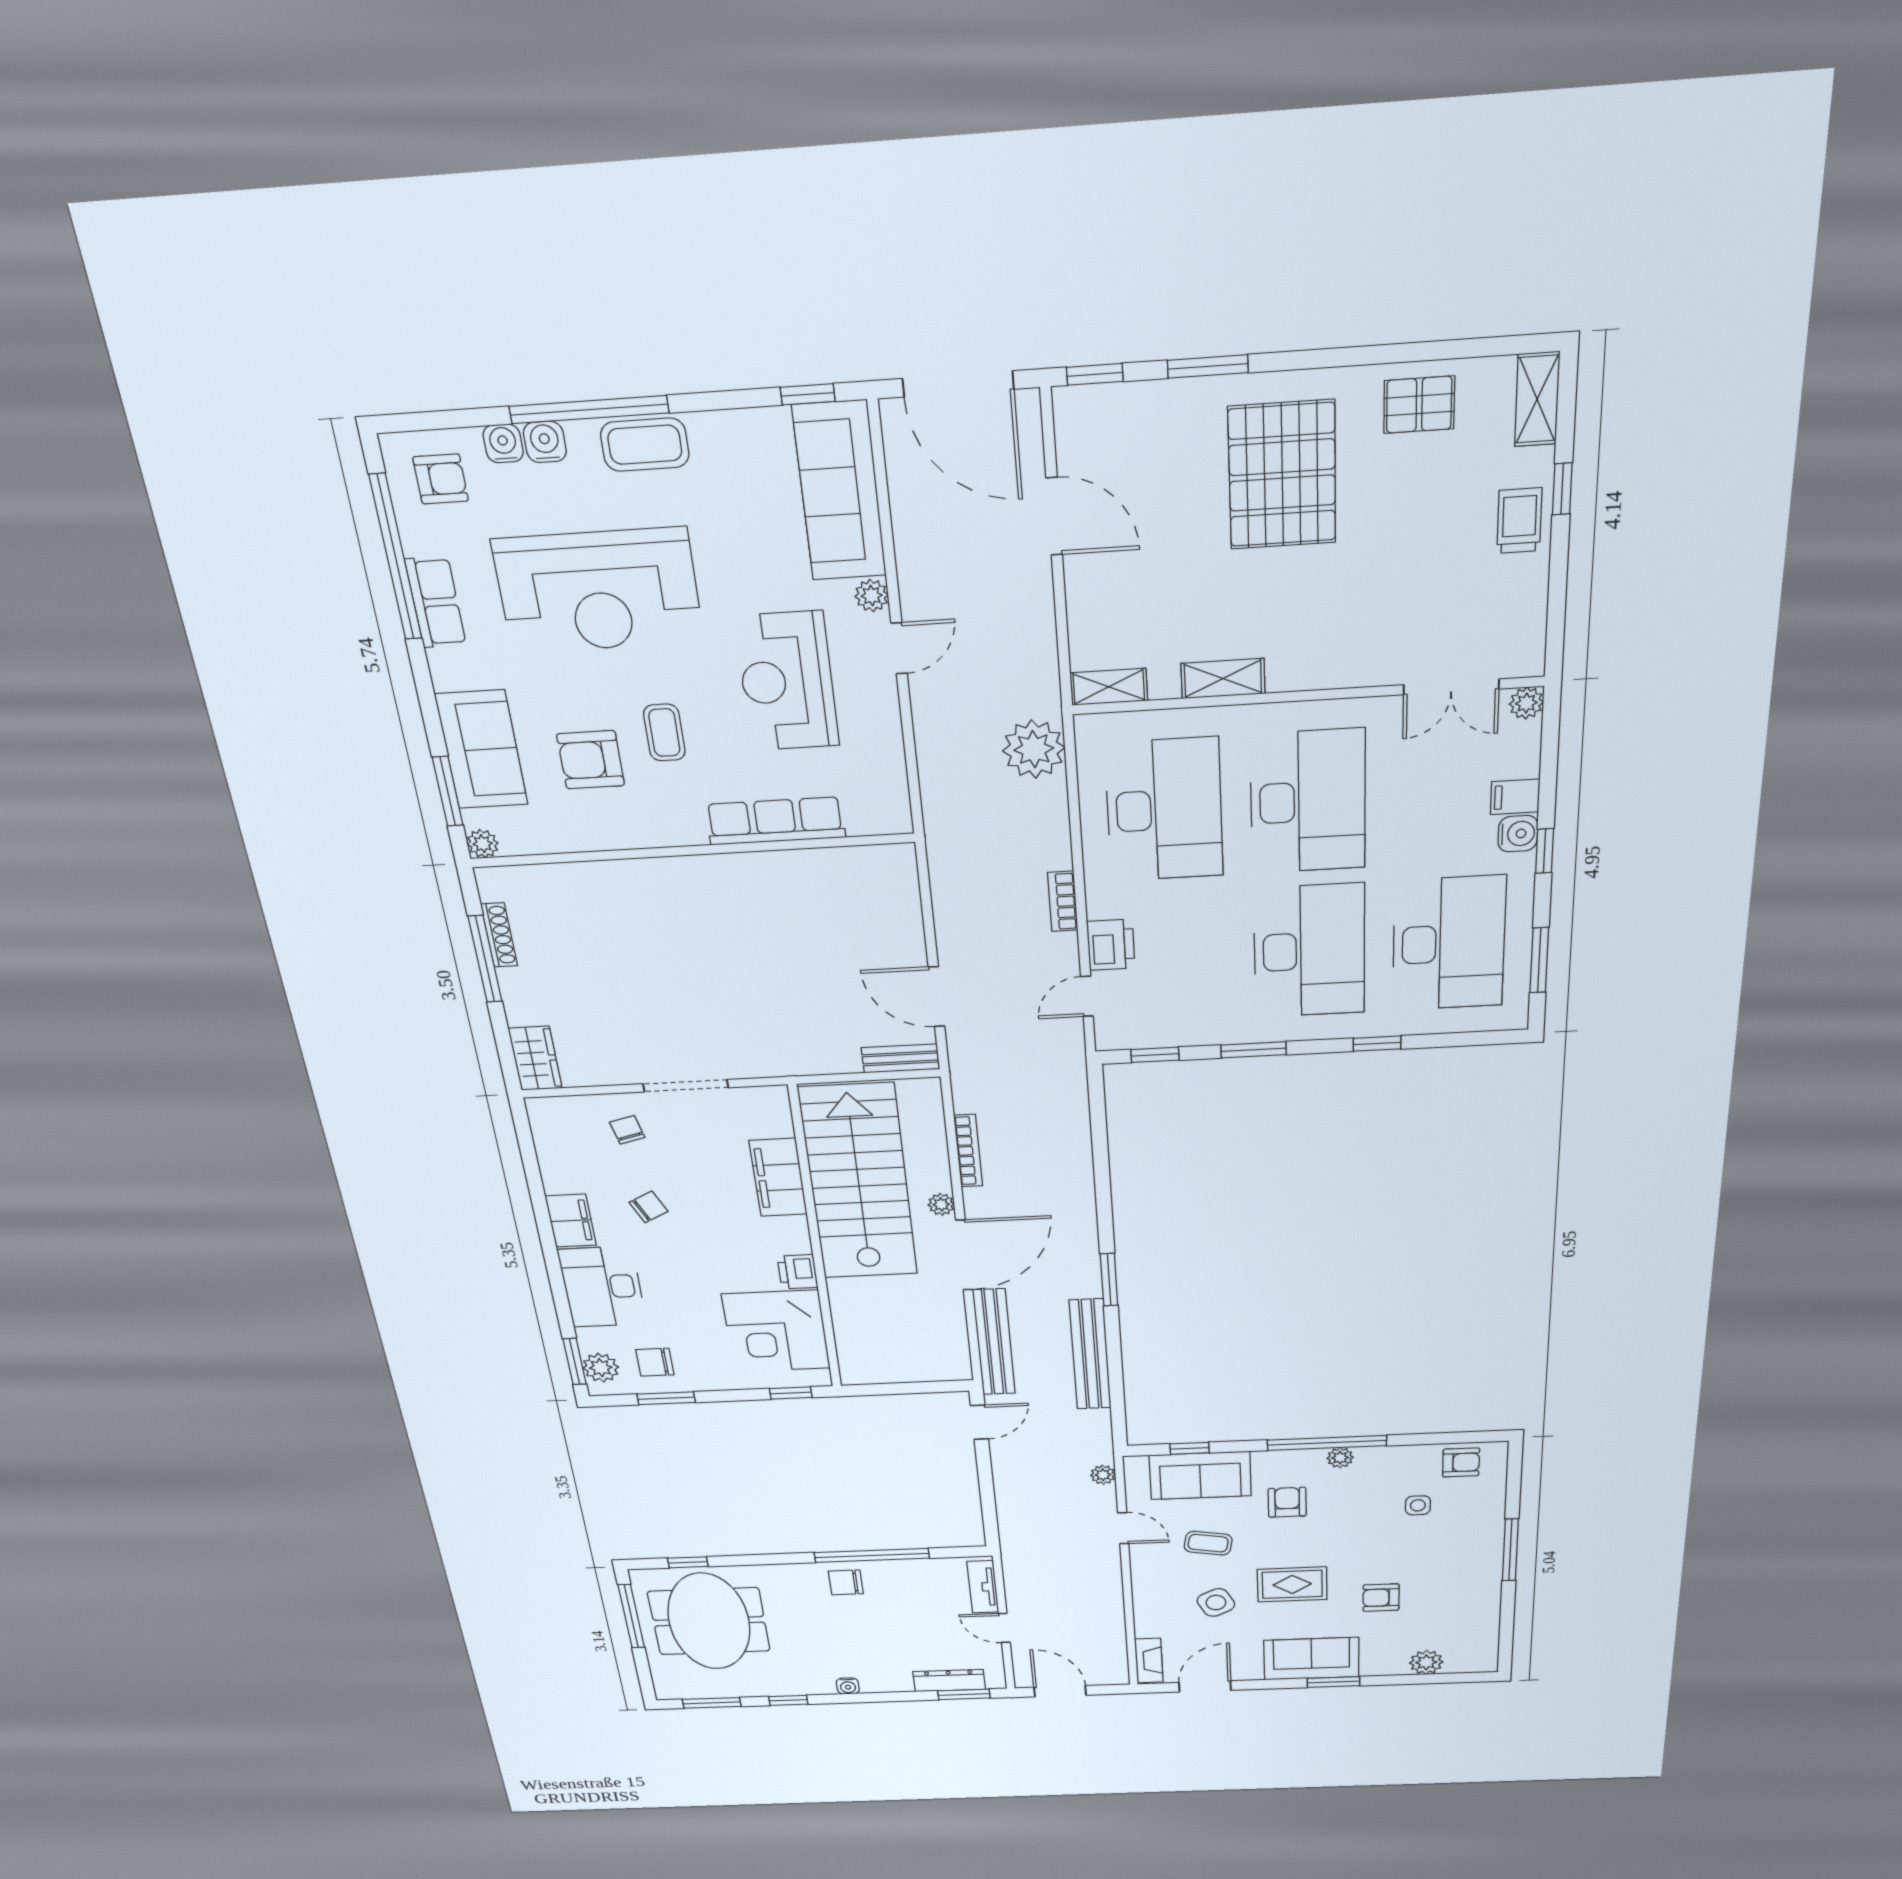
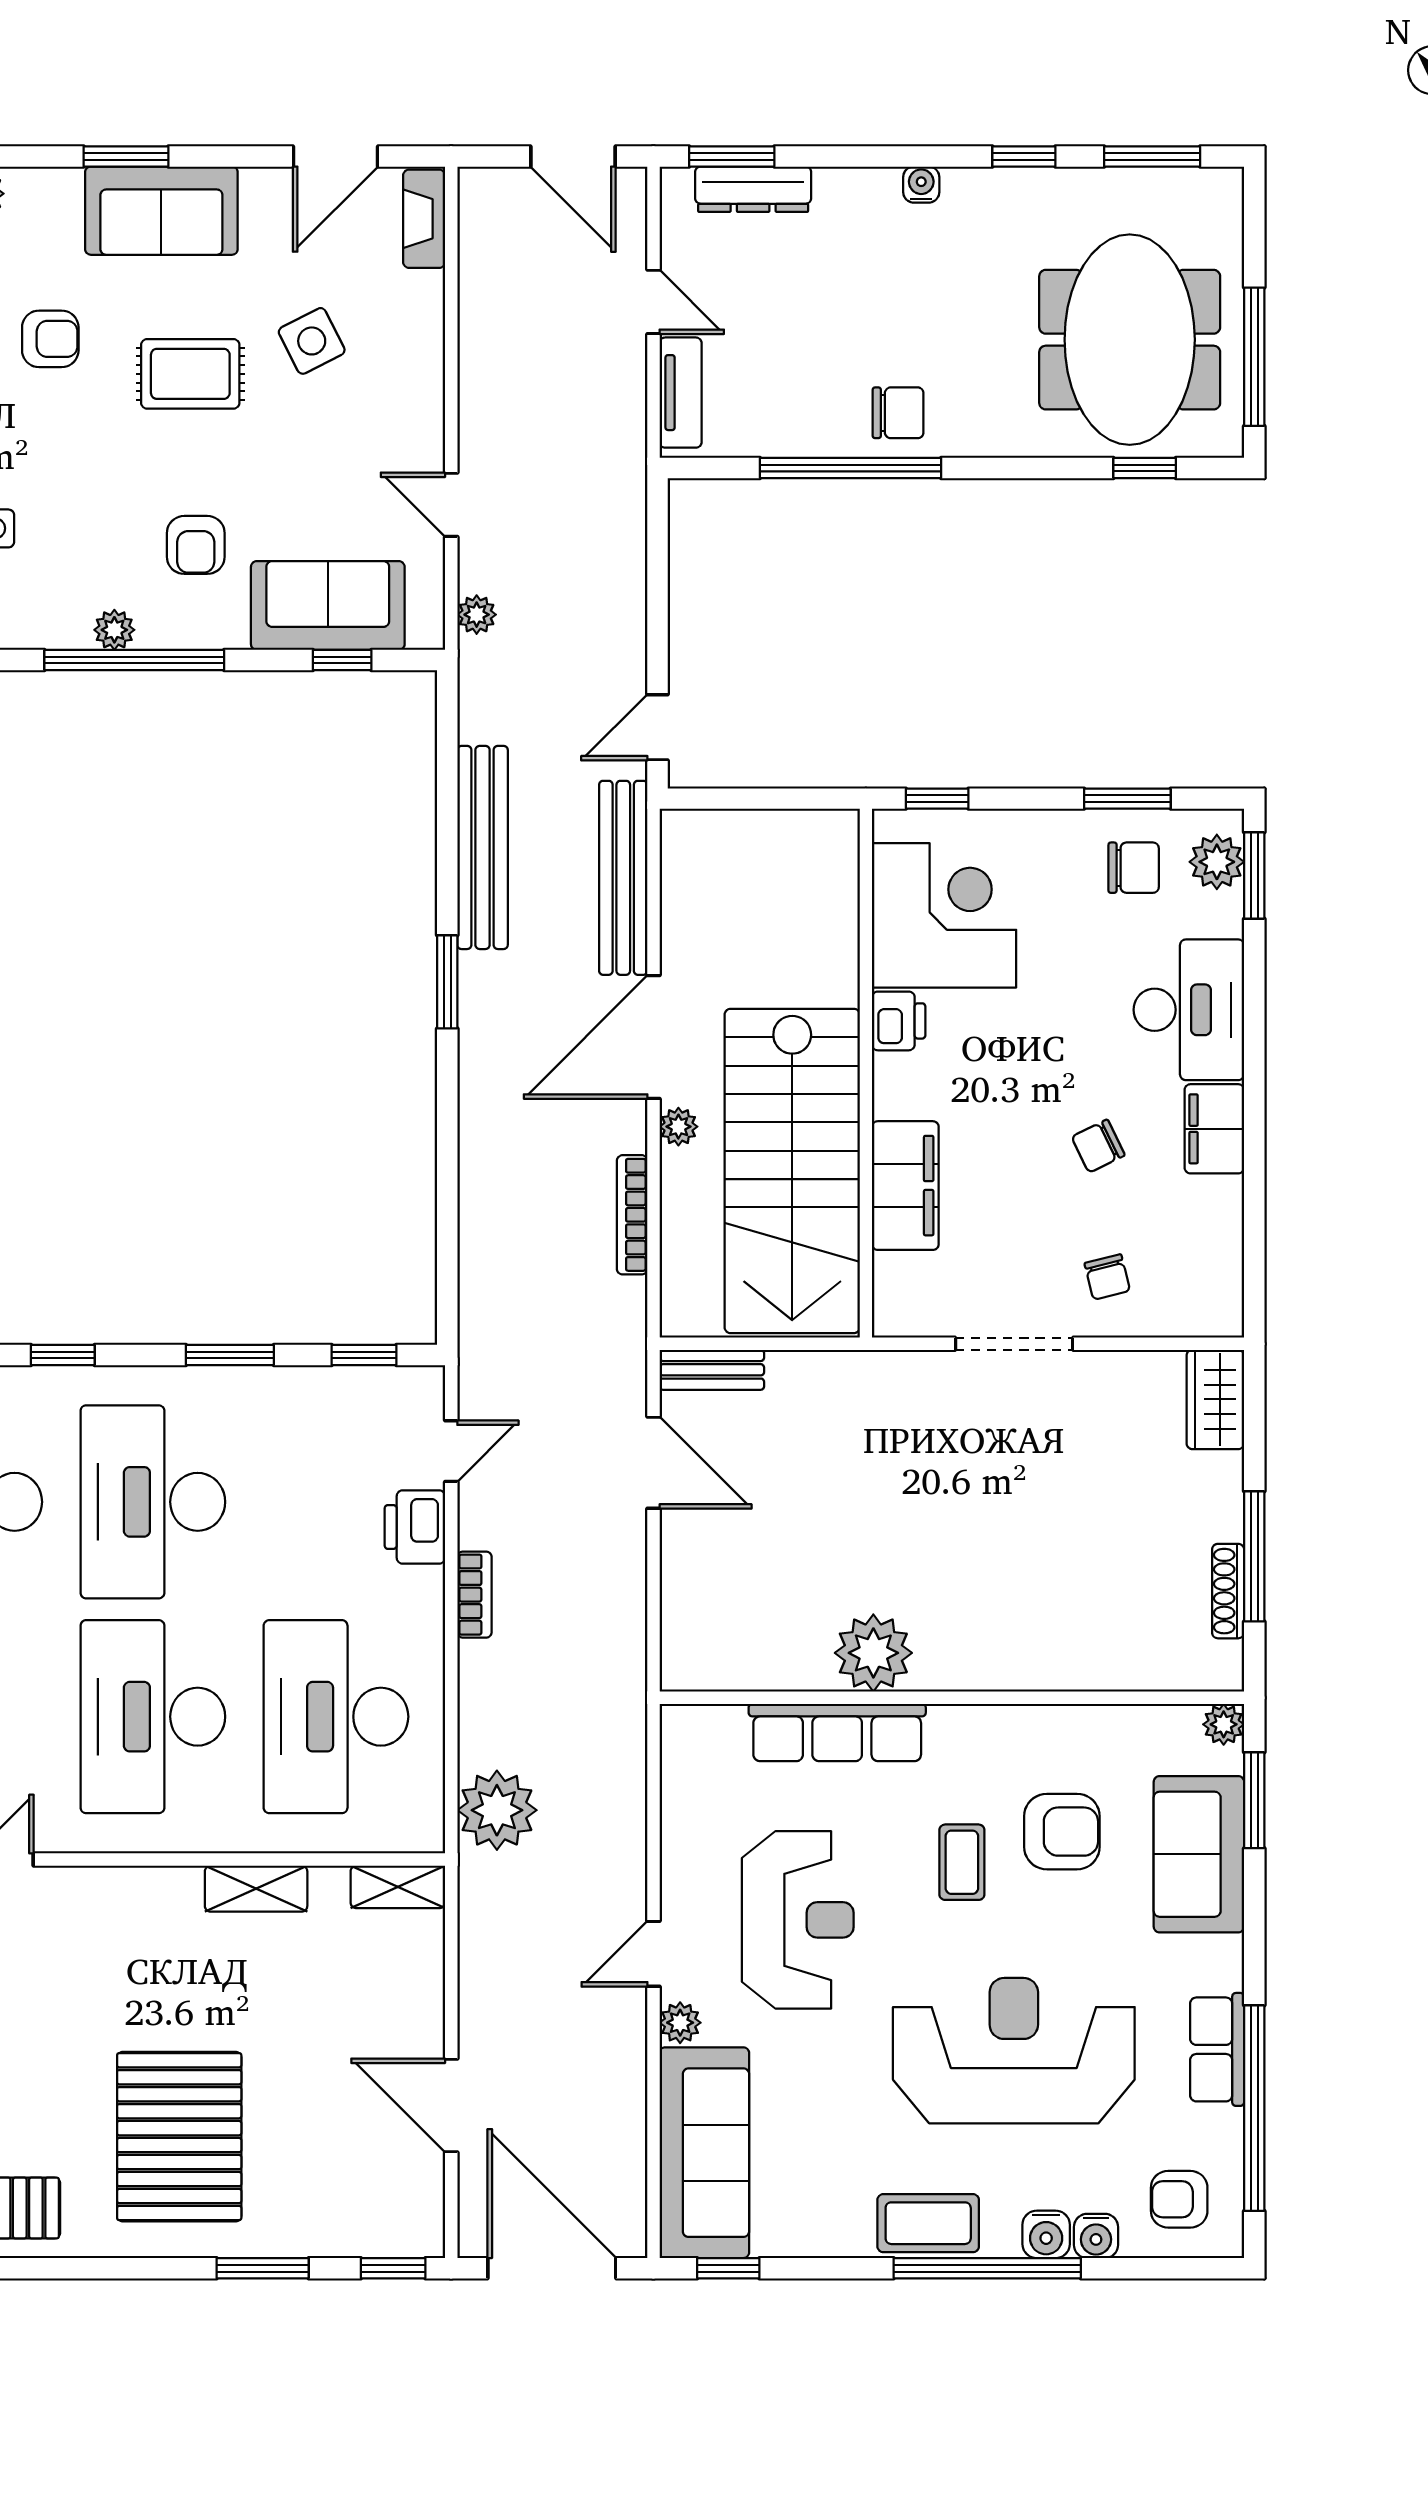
plant: (756, 878) -> (873, 1653), added
coffee table: (1208, 1543) -> (320, 467), removed

